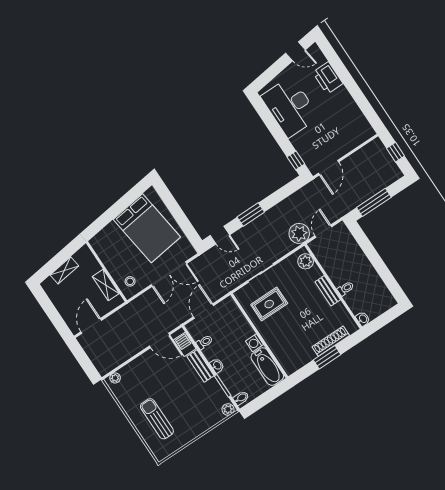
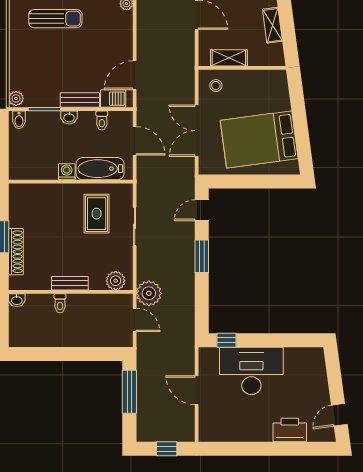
desk: (290, 107) -> (251, 371), moved
door: (329, 168) -> (197, 390), moved
bathtub: (267, 367) -> (100, 169), moved

